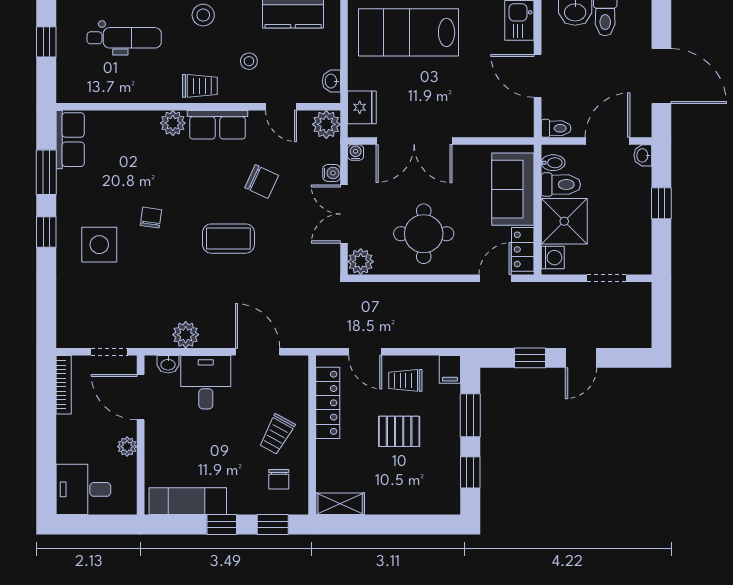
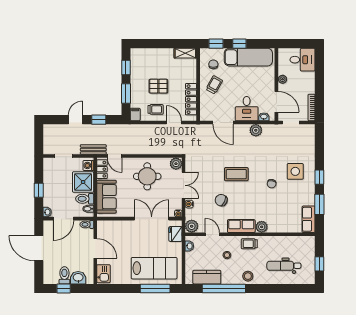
door: (495, 278) -> (115, 156), hinge flipped
bench: (542, 293) -> (93, 149), added
exam couch: (188, 501) -> (248, 57), width x1.36, depth x1.45

